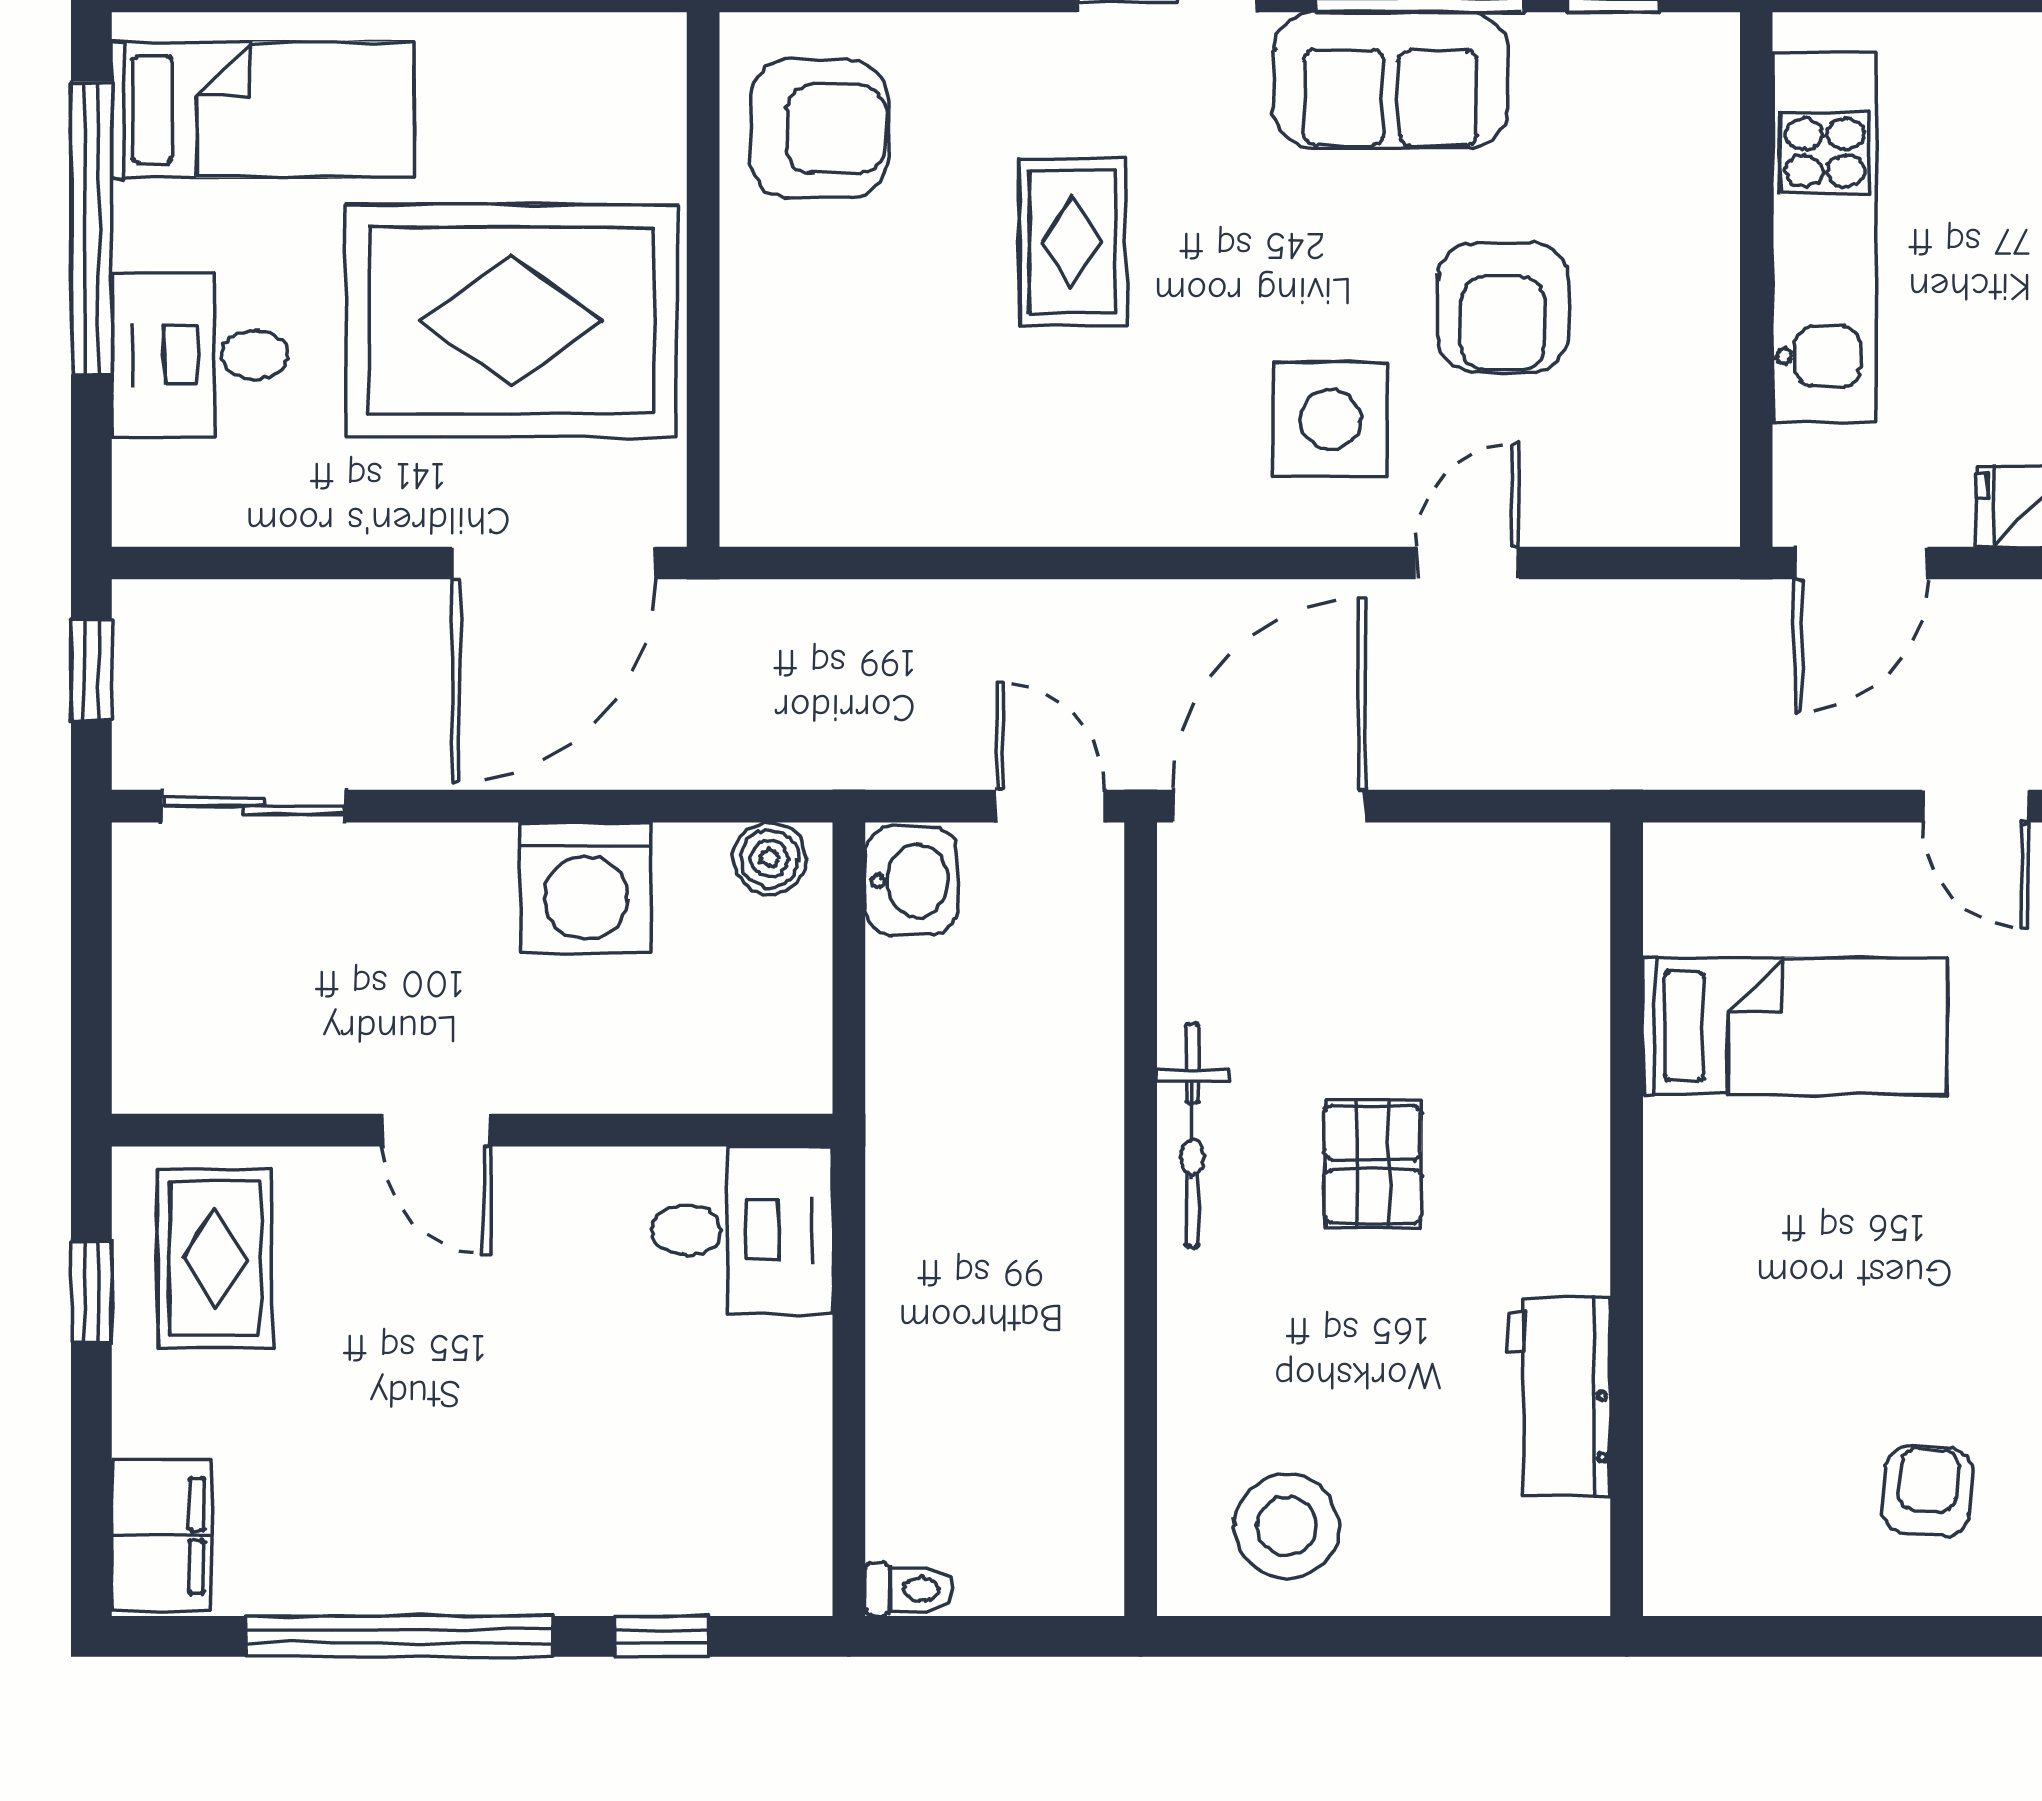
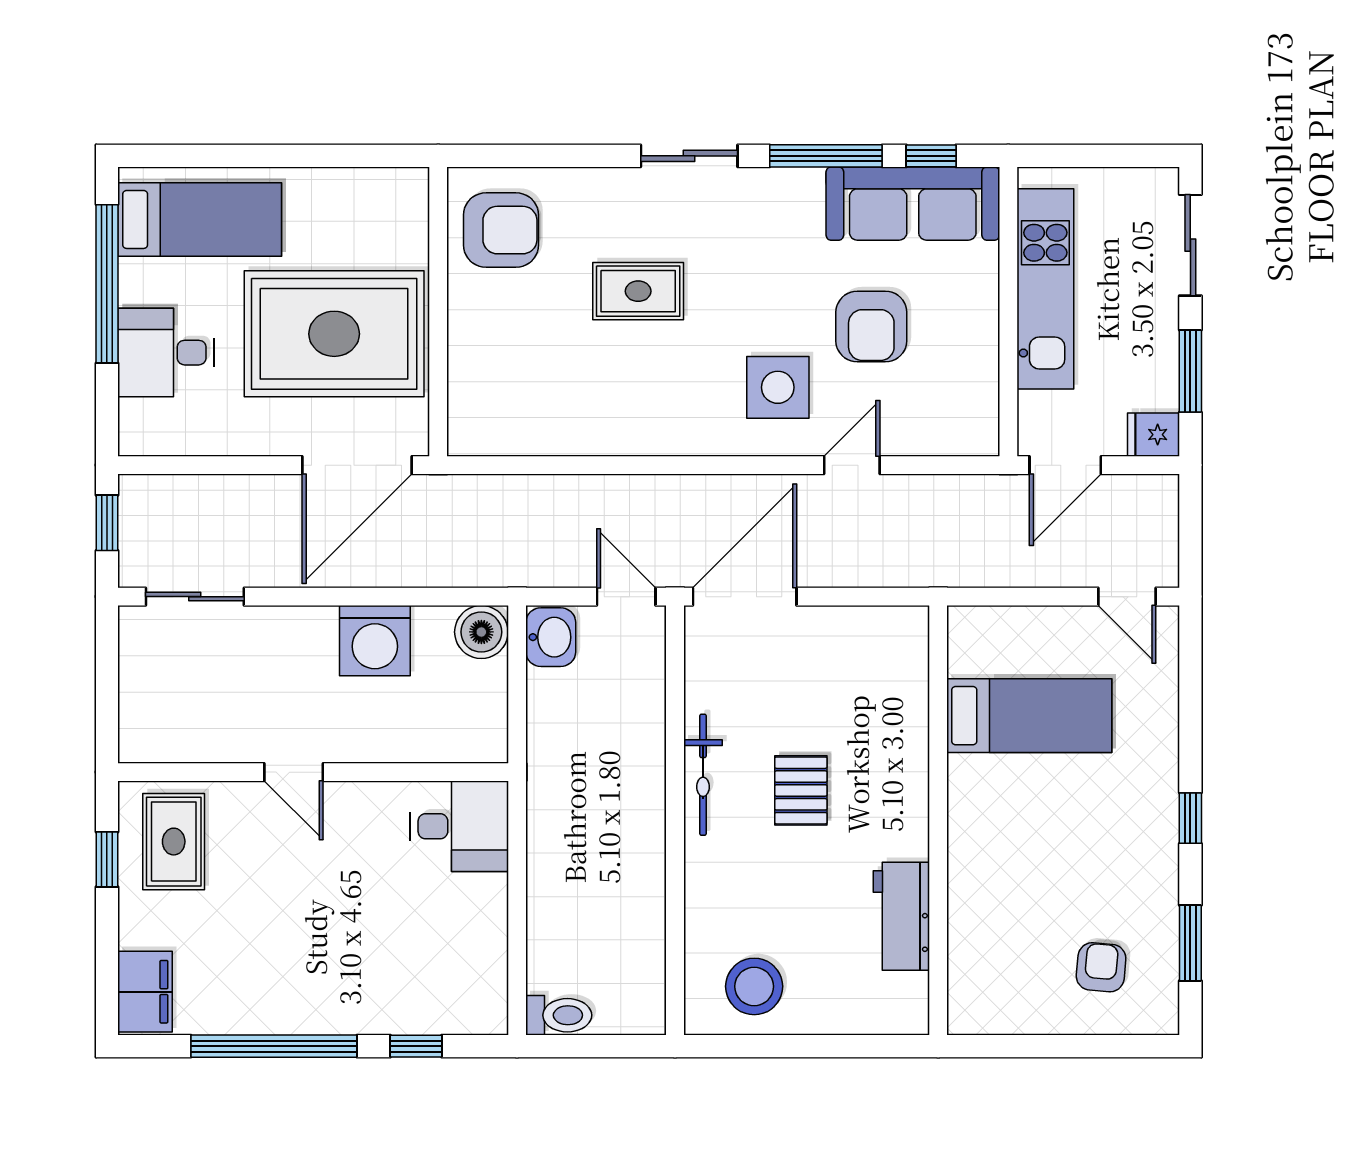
sofa: (1391, 80) -> (913, 204), moved, width x1.36
rug: (1072, 242) -> (638, 291), turned 90
boiler: (770, 858) -> (481, 632), width x1.36, depth x1.36
toilet: (909, 1589) -> (559, 1015), width x1.37, depth x1.39

